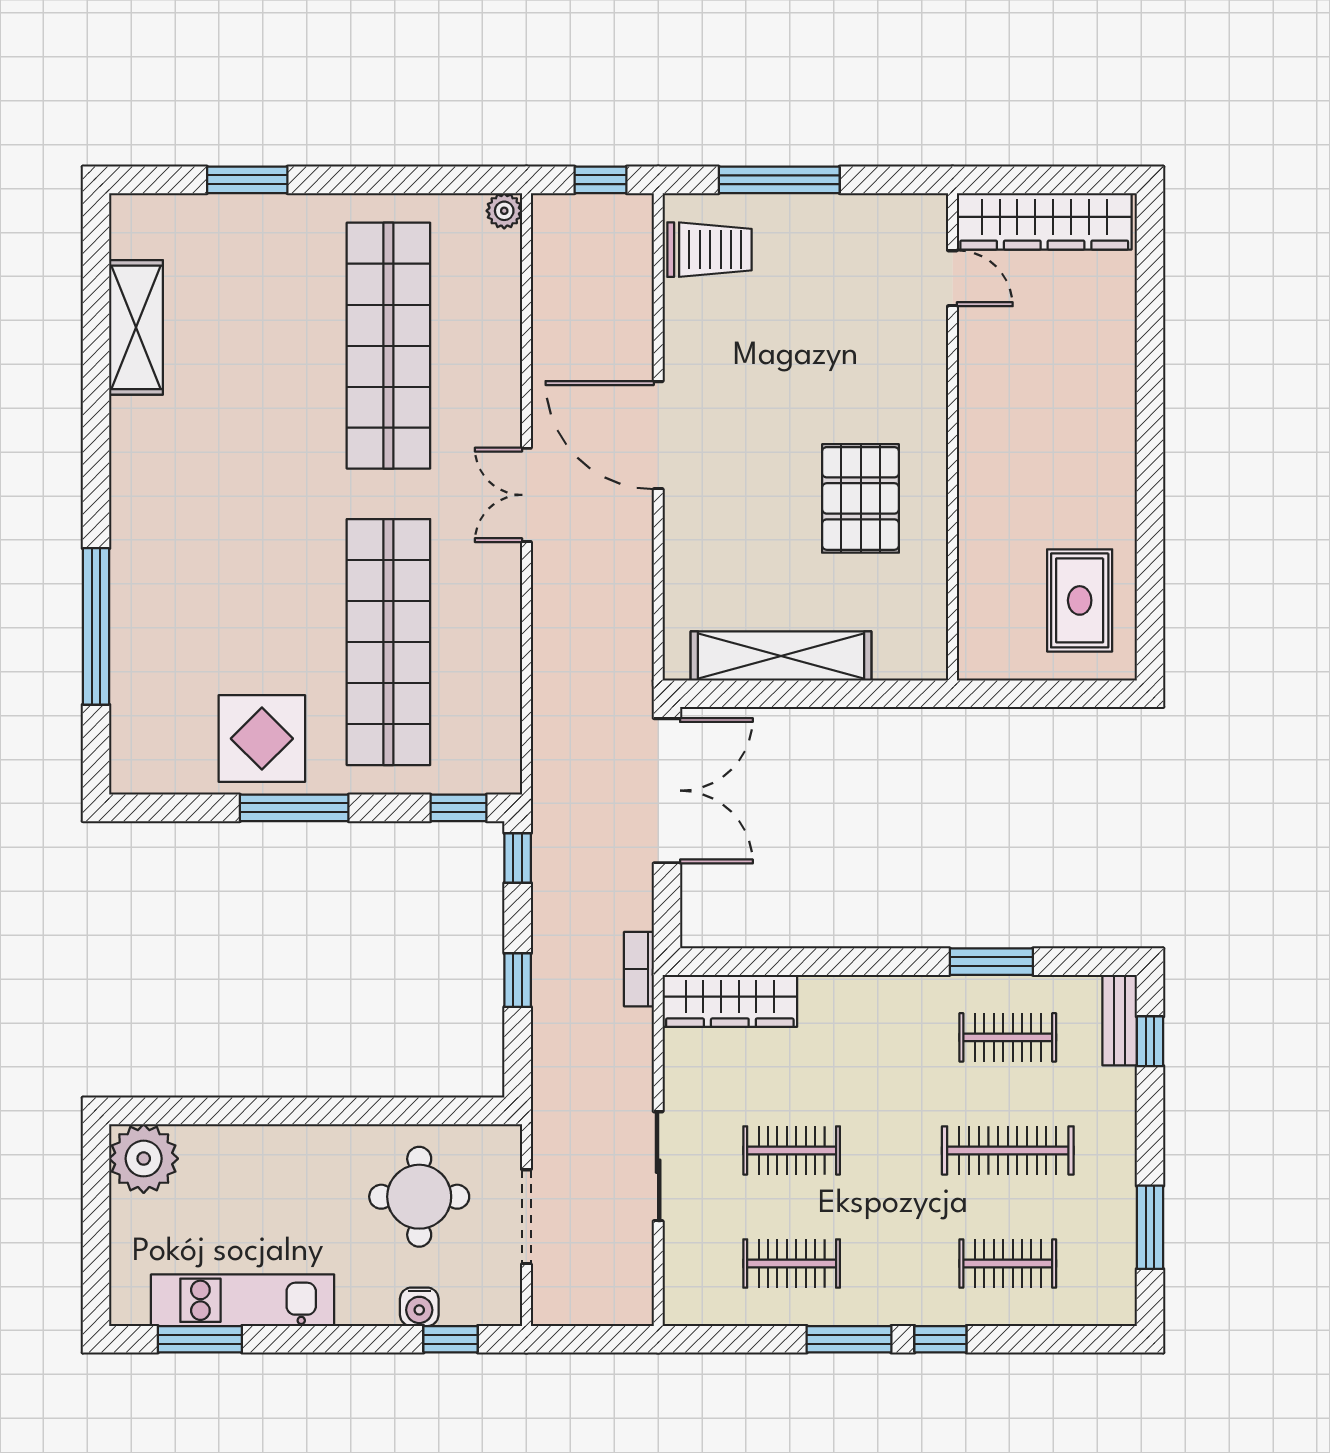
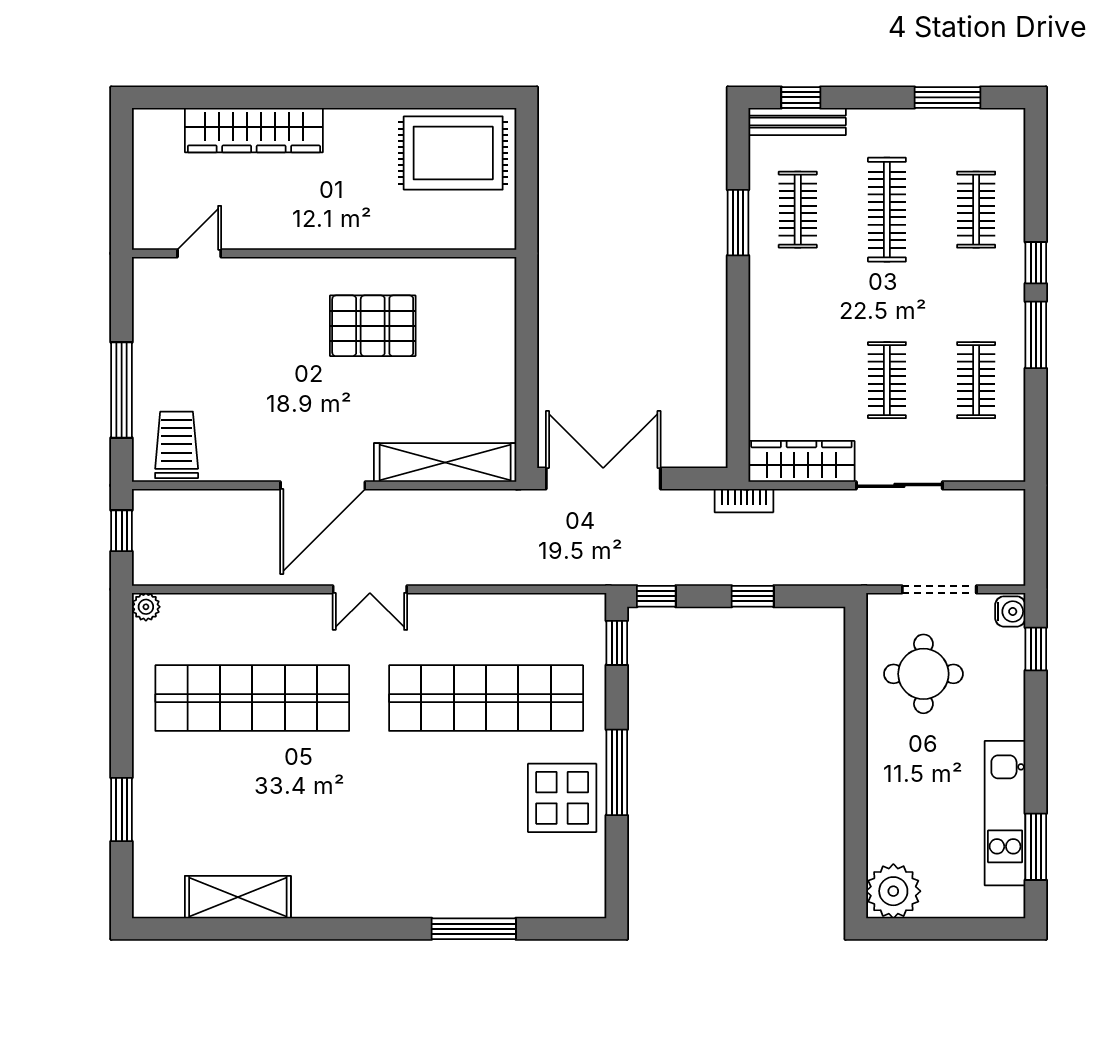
wardrobe: (1044, 221) -> (254, 130), moved, turned 90
rug: (1080, 600) -> (453, 153), width x1.36, depth x1.43
window: (96, 626) -> (474, 929), width x0.68
shelving: (781, 656) -> (445, 462), moved, turned 90
wardrobe: (730, 1001) -> (801, 461), moved, turned -90
bench: (1120, 1020) -> (797, 122), width x1.36
water cooler: (419, 1307) -> (1010, 611), moved

